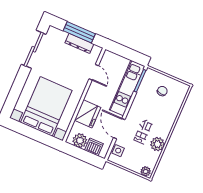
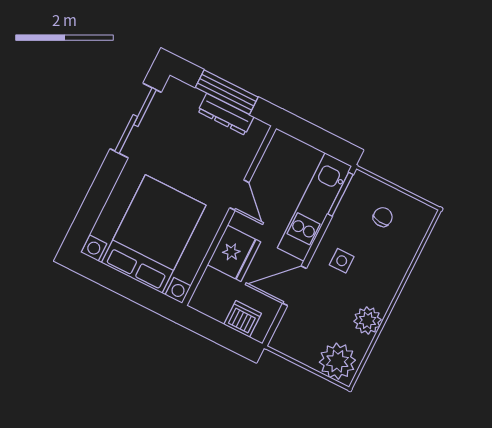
door: (94, 72) -> (239, 195), moved
door: (119, 129) -> (294, 286), hinge flipped
plant: (80, 141) -> (216, 305), removed
side table: (118, 151) -> (342, 261), moved
plant: (146, 171) -> (337, 361), width x1.88, depth x1.88

